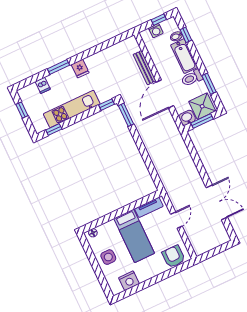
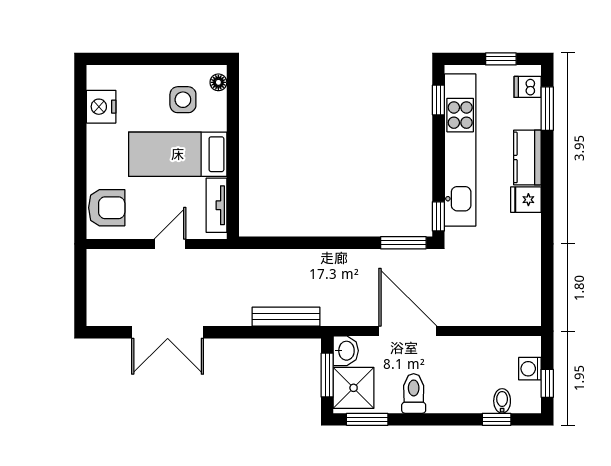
bathtub: (184, 56) -> (460, 398), removed
window: (58, 67) -> (547, 109), moved
bench: (145, 68) -> (286, 317), moved
kitchen counter: (61, 77) -> (527, 157), added
window: (209, 84) -> (367, 419), moved
dishwasher: (43, 85) -> (528, 87), moved
kitchen unit: (72, 109) -> (460, 150), width x1.36
door: (176, 220) -> (170, 244), swing flipped
side table: (108, 257) -> (183, 100), moved

